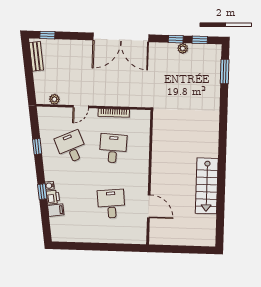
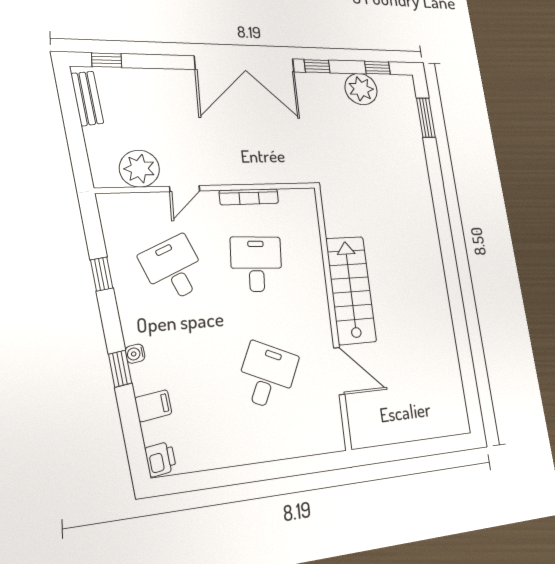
window: (176, 39) -> (317, 66), moved
plant: (183, 48) -> (361, 89), width x1.88, depth x1.88
plant: (54, 99) -> (139, 169), width x1.88, depth x1.88
stairs: (207, 186) -> (351, 290), moved, turned 180
printer: (53, 197) -> (161, 459), moved
desk: (111, 204) -> (267, 376), turned 30

